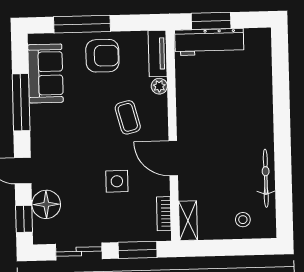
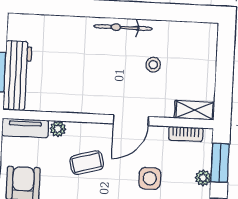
bicycle: (266, 178) -> (123, 27), moved
stool: (243, 220) -> (153, 65), moved
plant: (121, 234) -> (203, 178), added

